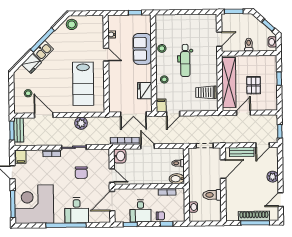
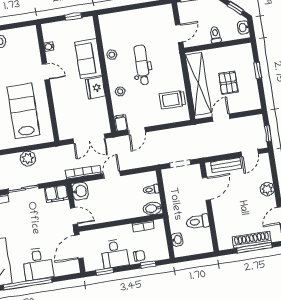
dental chair: (185, 60) -> (142, 65), turned 180
lab bench: (83, 84) -> (23, 111), turned 180
fridge: (145, 91) -> (95, 88), moved
door: (148, 146) -> (112, 175), hinge flipped
filing cabinet: (100, 155) -> (57, 194), added
chair: (81, 173) -> (37, 218), removed

